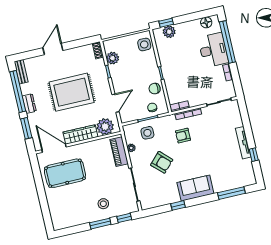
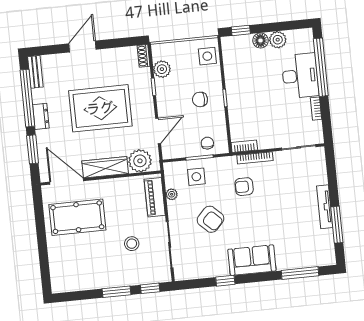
floor lamp: (206, 22) -> (260, 41), moved
plant: (169, 32) -> (278, 40), moved
chair: (155, 89) -> (200, 99), moved
window: (254, 155) -> (337, 225), width x2.17
stool: (103, 204) -> (132, 244), moved

